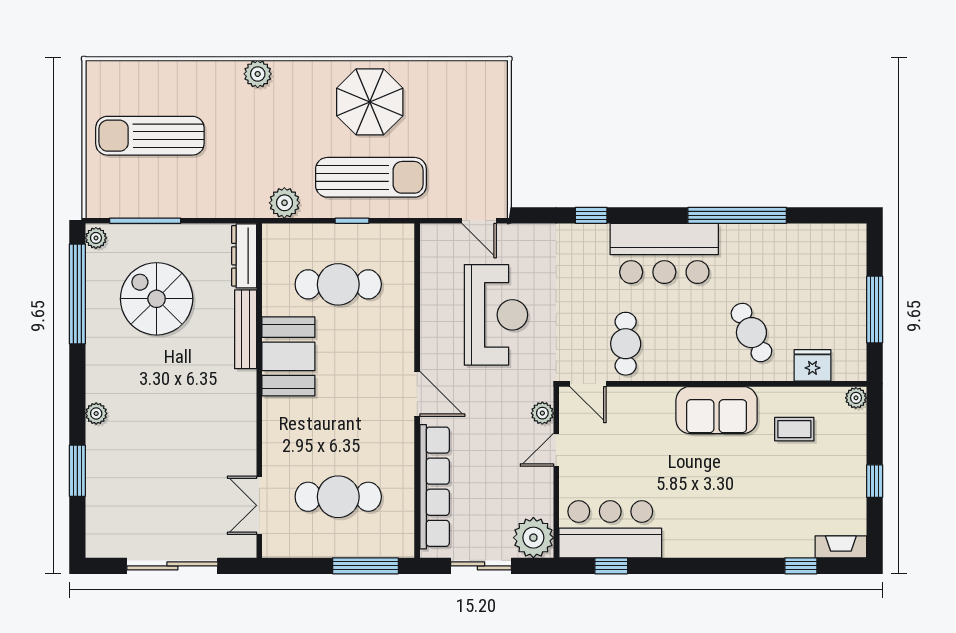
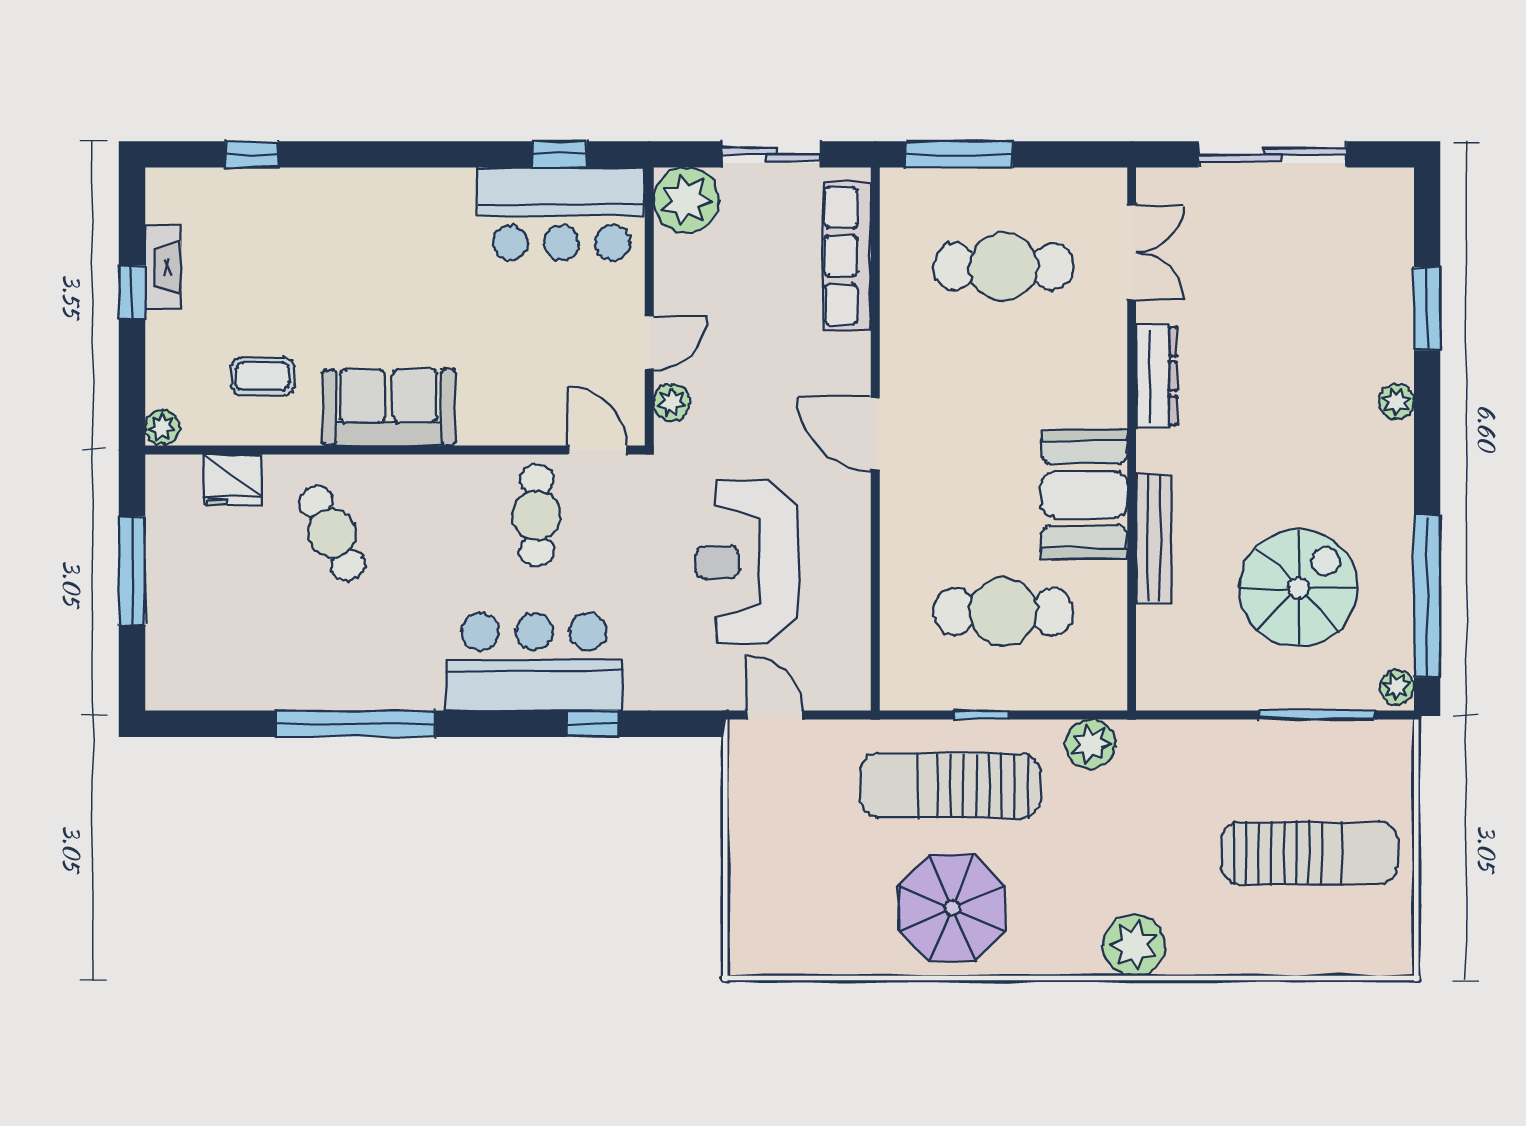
plant: (258, 74) -> (1134, 945), width x1.36, depth x1.36
bar counter: (664, 253) -> (534, 662), moved
dresser: (244, 256) -> (1156, 376), moved
spiral stairs: (157, 299) -> (1298, 588), turned -90
row of seats: (435, 487) -> (847, 256), width x0.73
fireplace: (841, 547) -> (163, 267), moved, turned -90

